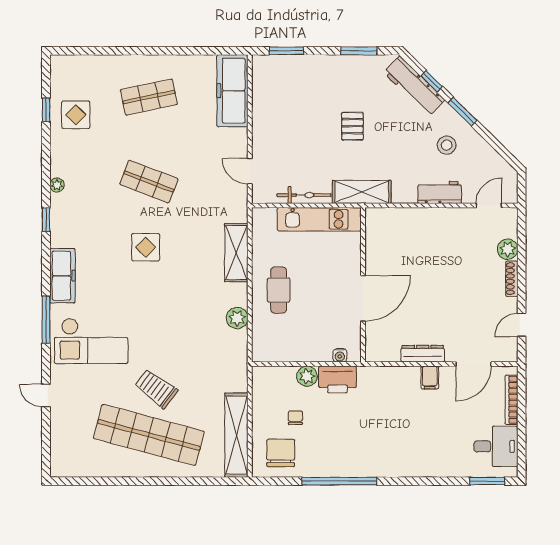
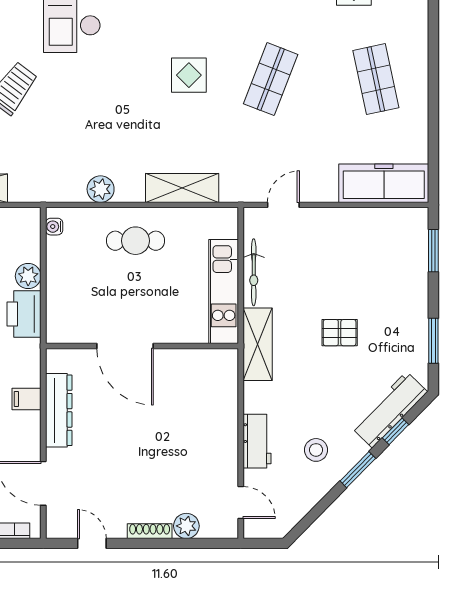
dresser: (423, 354) -> (59, 410), width x1.37, depth x1.24
water cooler: (340, 355) -> (54, 227), moved
filing cabinet: (430, 378) -> (26, 399), moved

